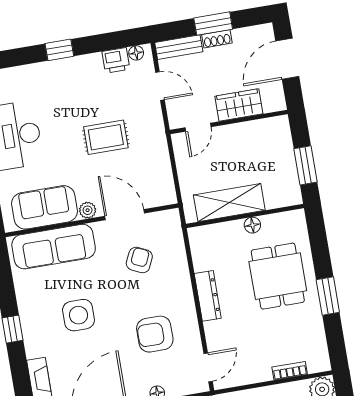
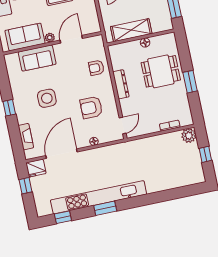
door: (125, 215) -> (71, 39), hinge flipped
sofa: (54, 247) -> (37, 58), width x0.73
armchair: (139, 260) -> (96, 68), moved, turned -115
dining table: (278, 276) -> (161, 71), turned 90

